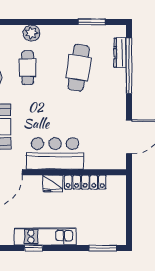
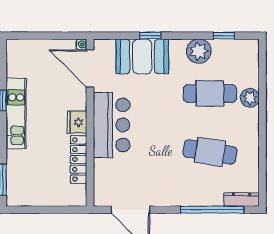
window: (92, 22) -> (262, 167), removed
dresser: (120, 53) -> (242, 200), moved
cafe table: (28, 68) -> (210, 93), width x1.37, depth x1.35

